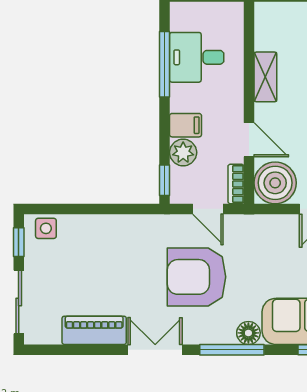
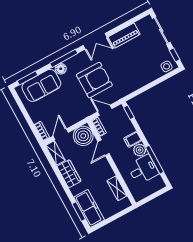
shelving: (265, 77) -> (117, 188), moved
door: (249, 140) -> (103, 148), hinge flipped
plant: (183, 152) -> (140, 150), moved

